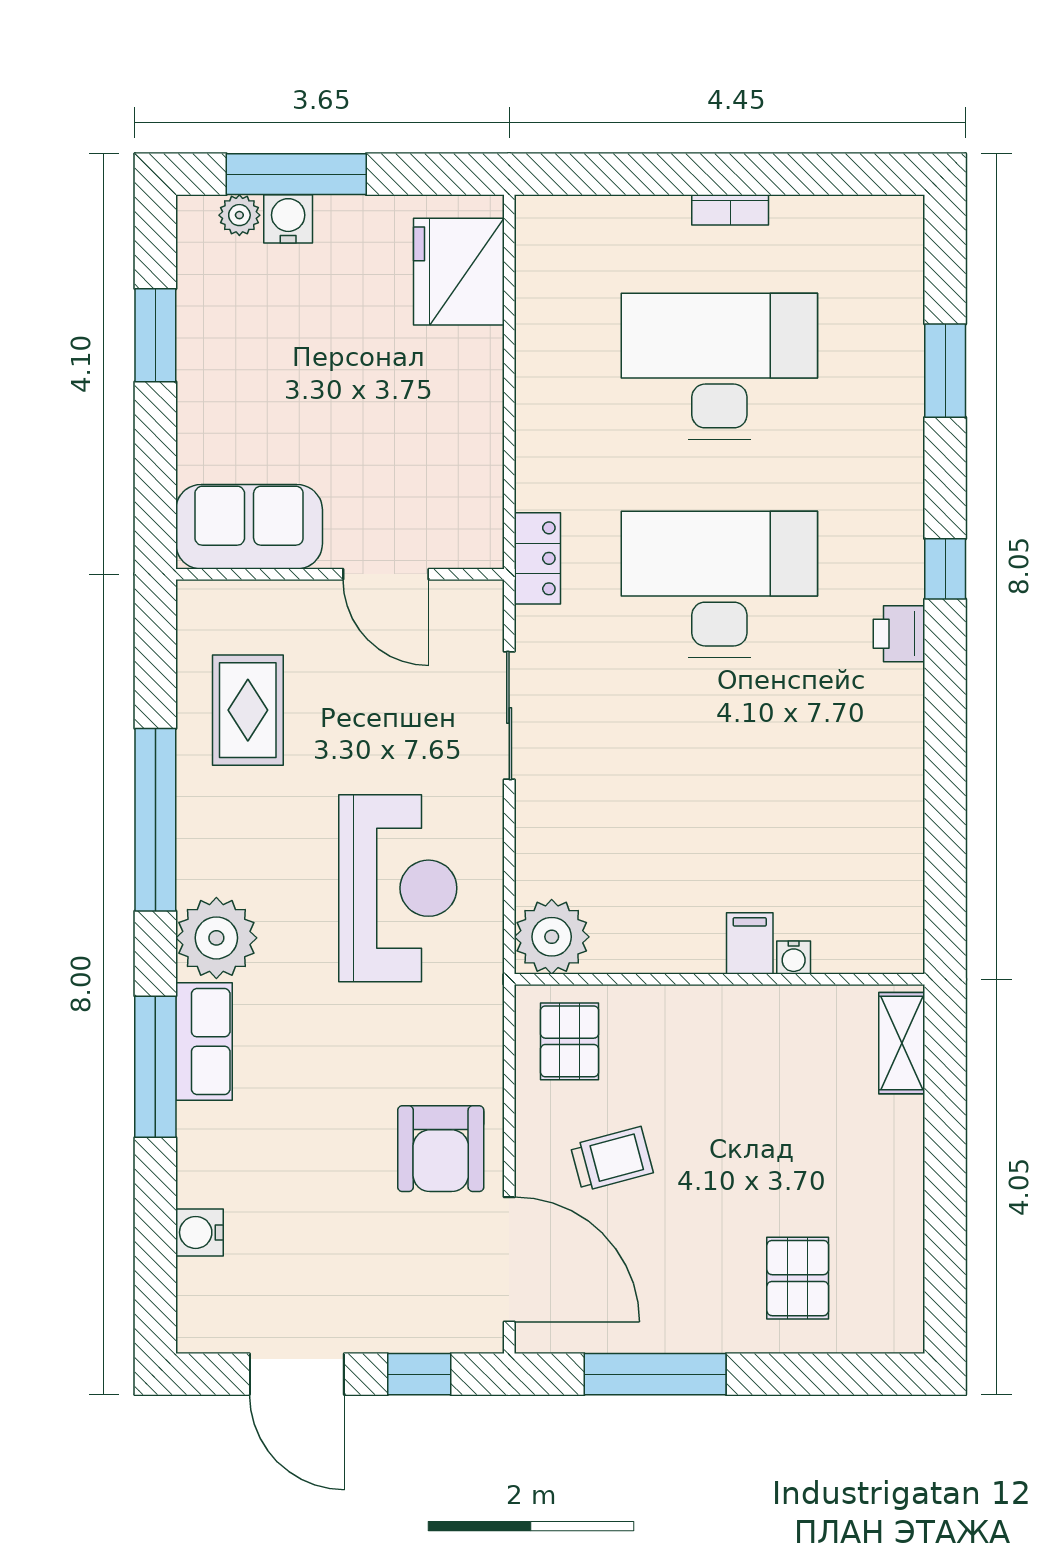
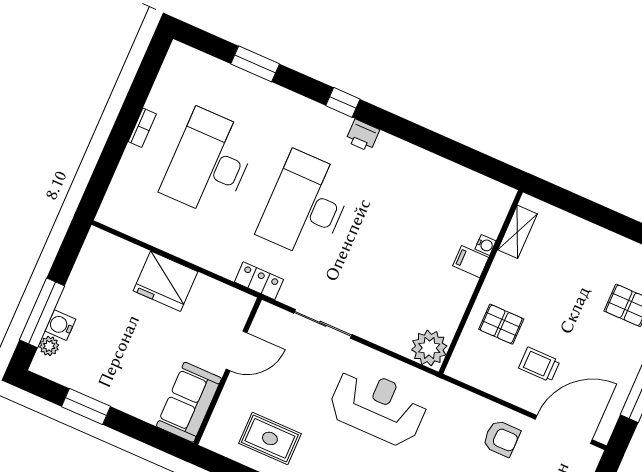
fridge: (459, 272) -> (166, 281), moved
pallet: (570, 1041) -> (501, 324), moved
shelving: (902, 1043) -> (517, 232), moved, turned 90
armchair: (441, 1149) -> (501, 438), width x0.72, depth x0.72
trolley: (612, 1159) -> (539, 365), turned -75

